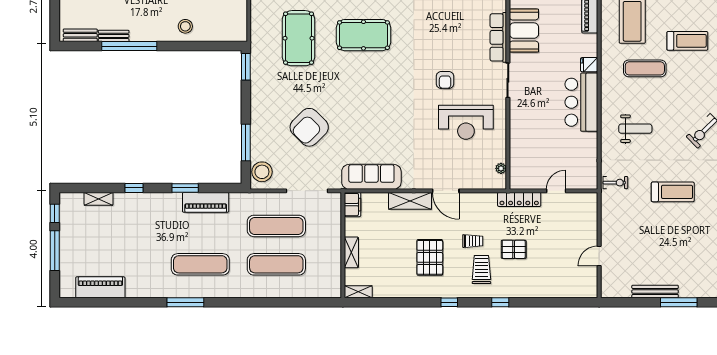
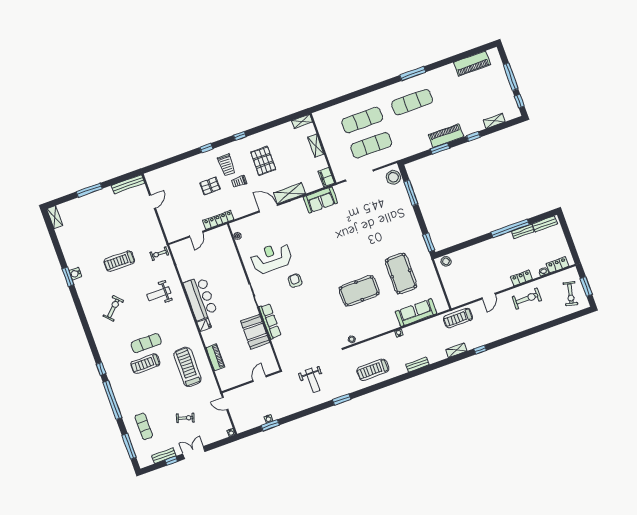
stool: (185, 26) -> (446, 261), moved
exercise mat: (645, 68) -> (146, 343), moved
armchair: (309, 127) -> (373, 218), removed
sofa: (371, 177) -> (320, 200), width x0.73
piano: (206, 202) -> (446, 136), moved
bench: (655, 292) -> (128, 184), moved

